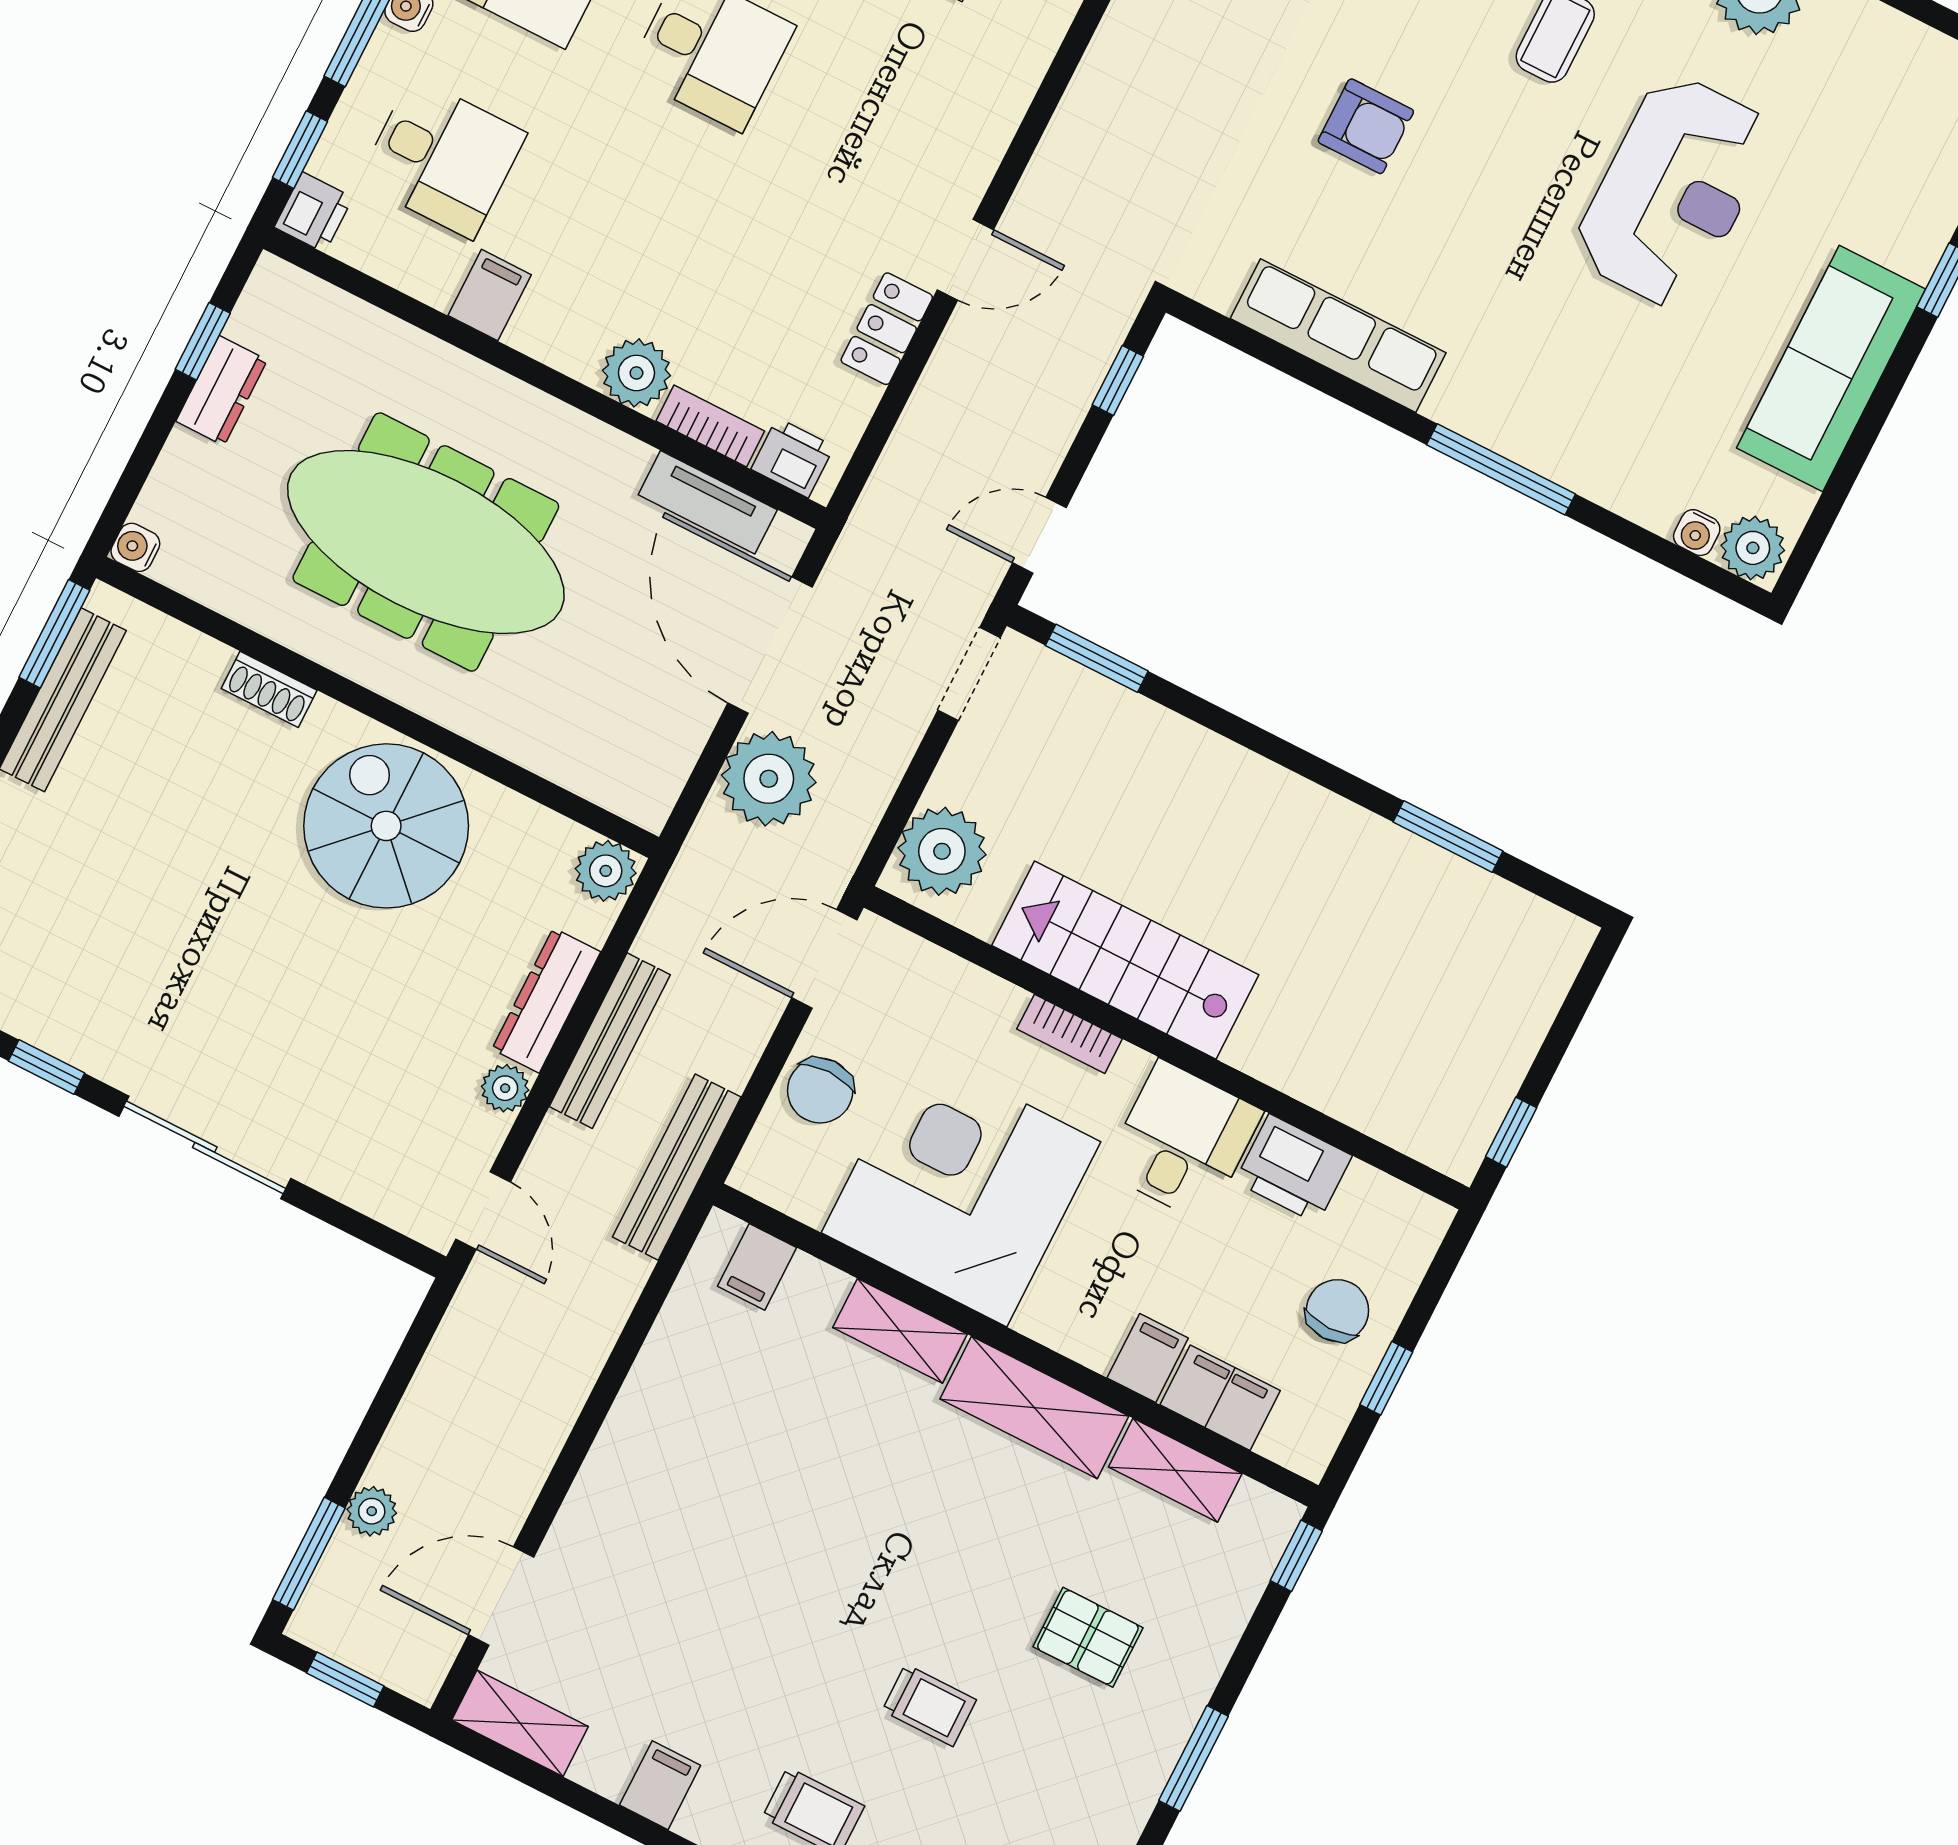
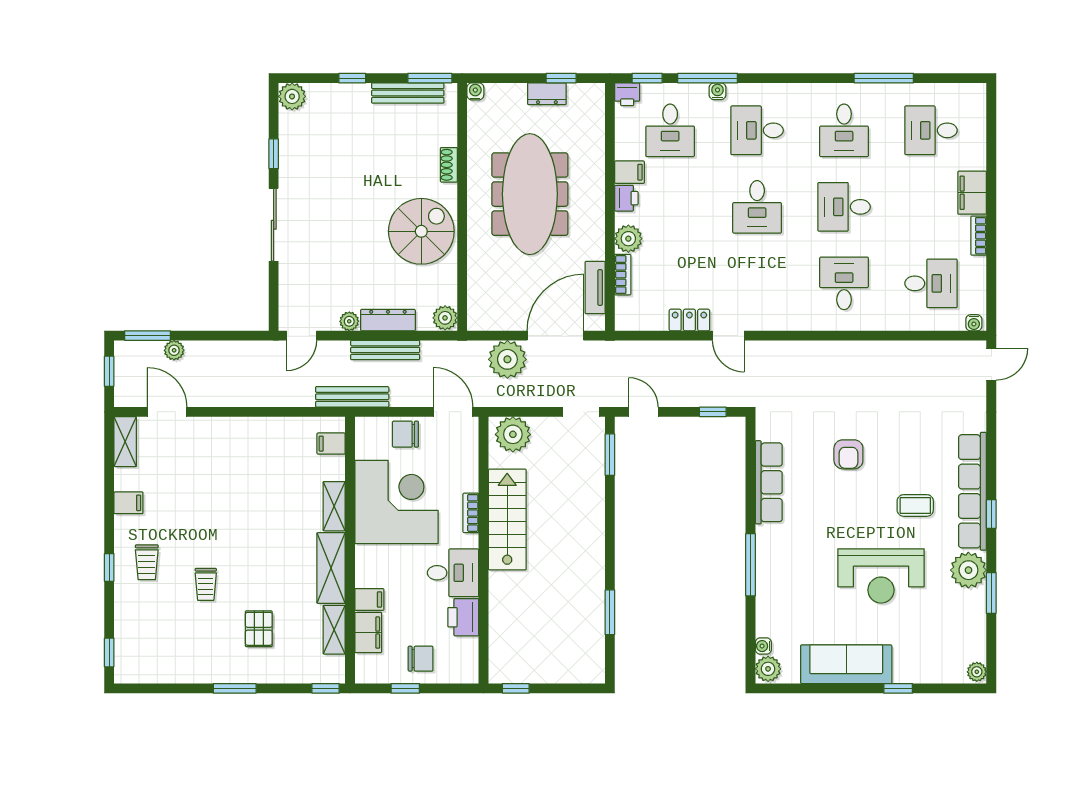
printer: (793, 458) -> (626, 198), moved

